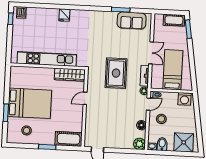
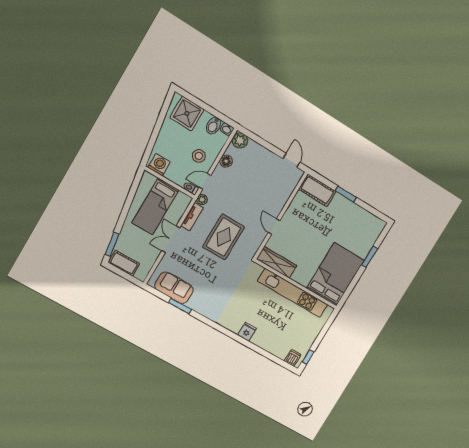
door: (85, 98) -> (274, 227), swing flipped
bed: (30, 103) -> (335, 274), moved, turned 90
stool: (27, 130) -> (358, 225), removed

